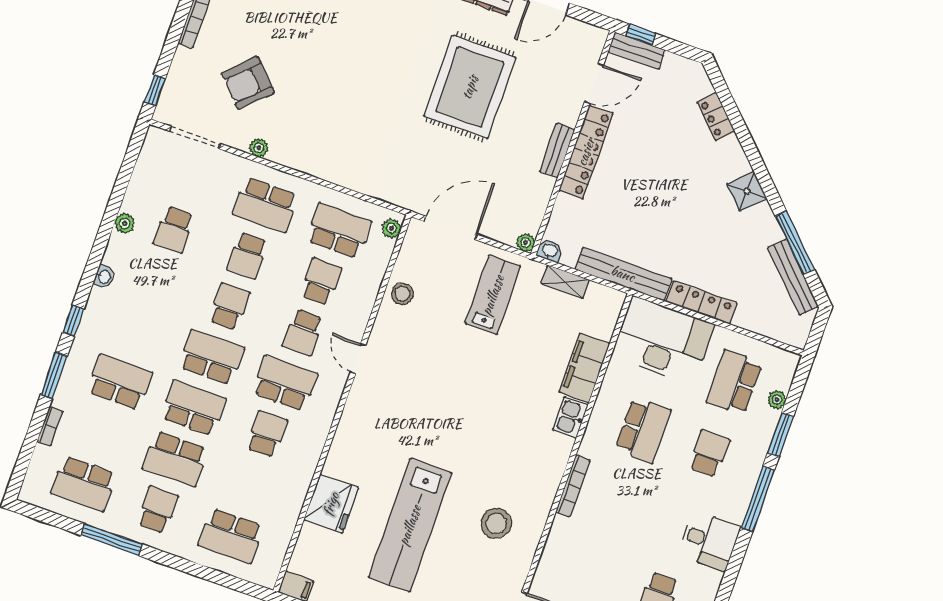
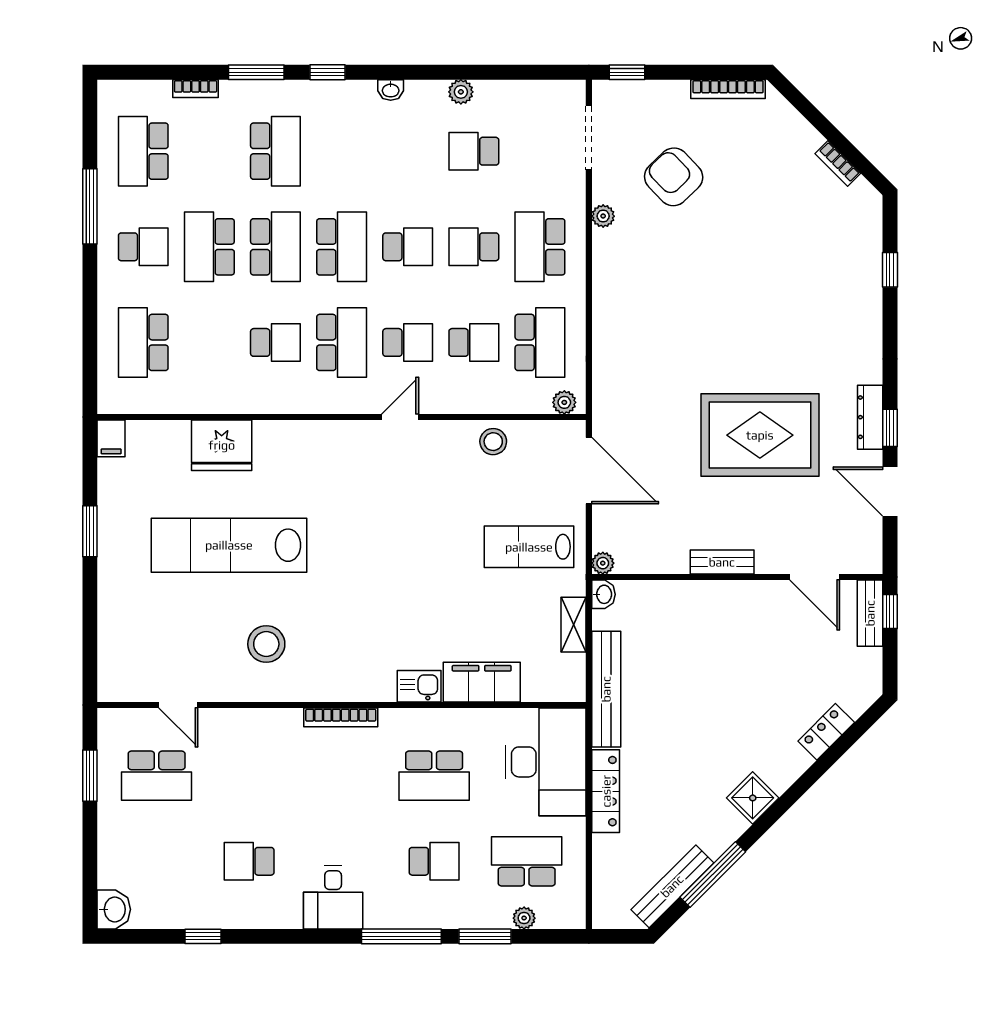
locker: (586, 152) -> (732, 596), removed
lab bench: (493, 295) -> (529, 547), turned 180
school desk: (303, 332) -> (408, 342), turned 180

